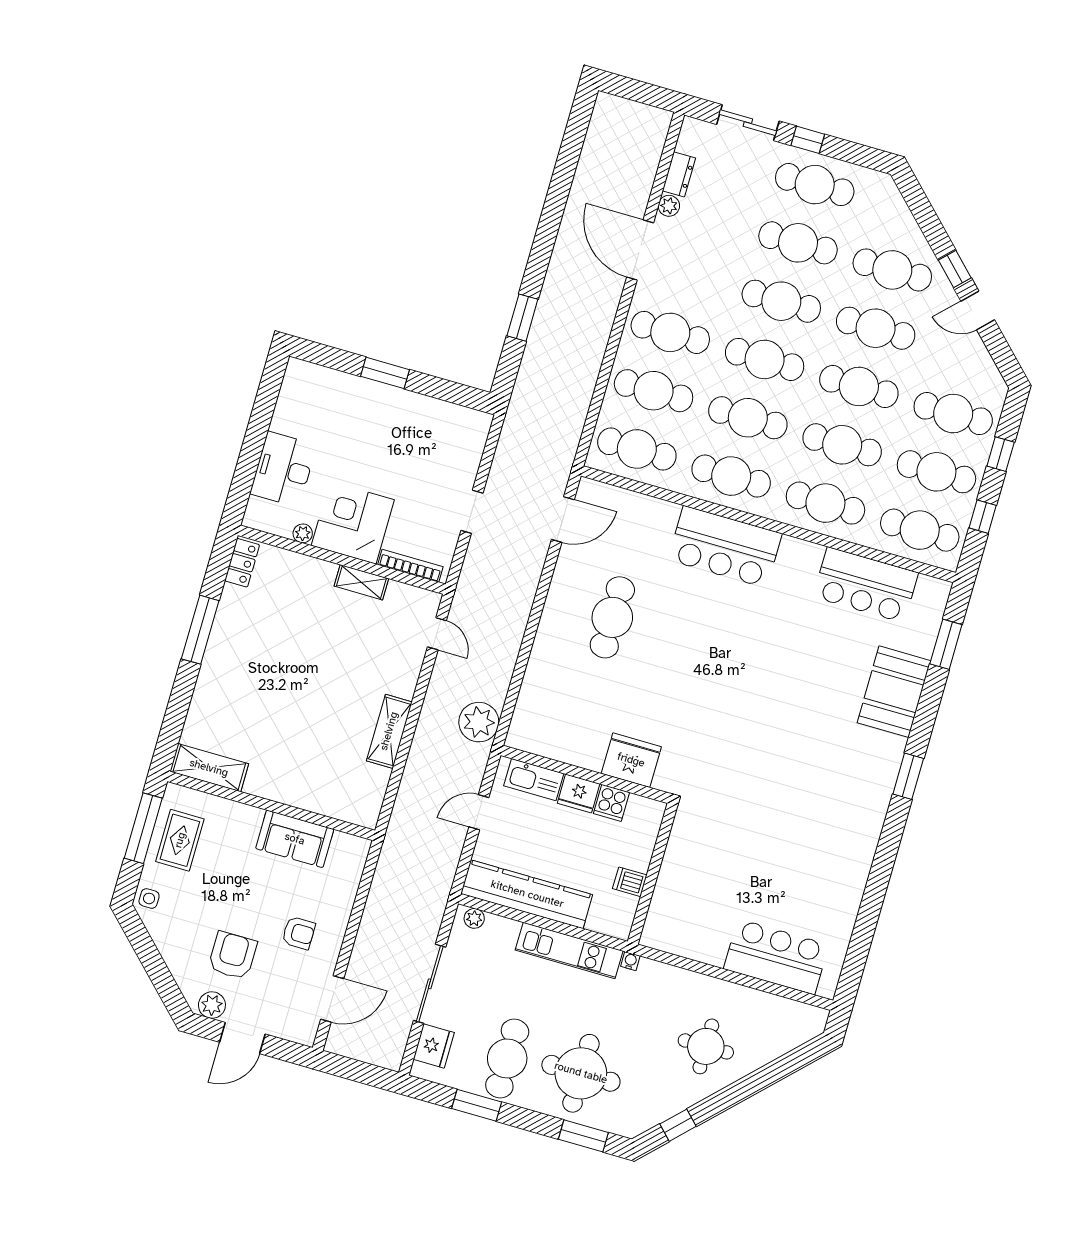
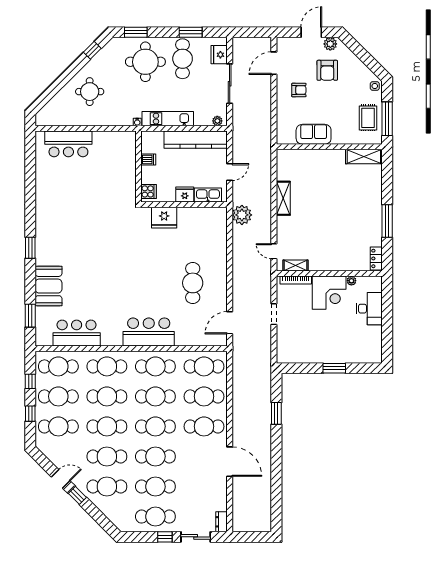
dresser: (679, 174) -> (221, 522), moved
plant: (669, 206) -> (222, 487), removed
shelving: (361, 582) -> (295, 265), moved
cooker: (611, 803) -> (149, 191), moved, turned 90
armchair: (299, 933) -> (299, 90), turned 180

